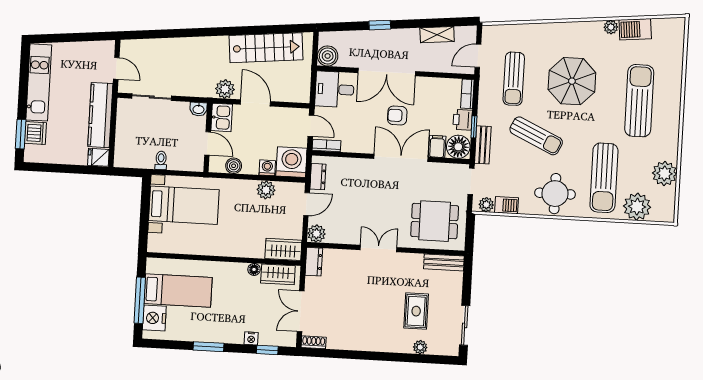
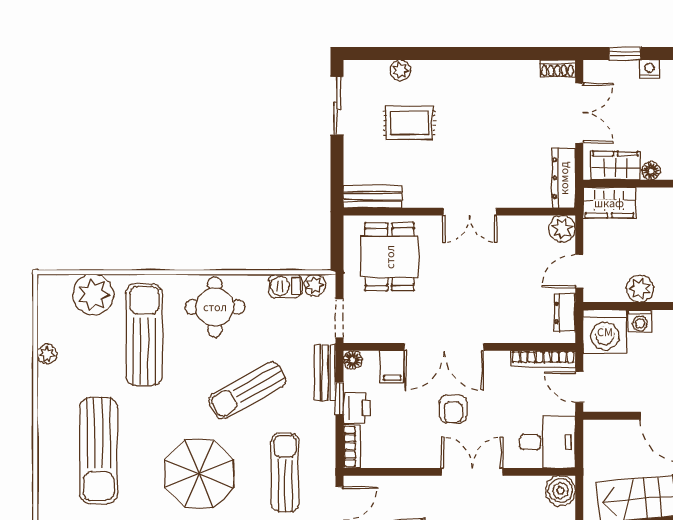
double door: (387, 72) -> (472, 472), width x0.73
armchair: (397, 115) -> (453, 409), turned 90
sun lounger: (536, 136) -> (247, 390), turned -54
bookcase: (326, 145) -> (543, 359), width x1.56
floor lamp: (458, 147) -> (353, 360), width x0.53, depth x0.53
plant: (665, 174) -> (47, 354), width x0.53, depth x0.53
dining table: (435, 221) -> (390, 257), turned 90
dresser: (314, 262) -> (564, 178), width x1.44
rug: (416, 311) -> (409, 123), turned 90

